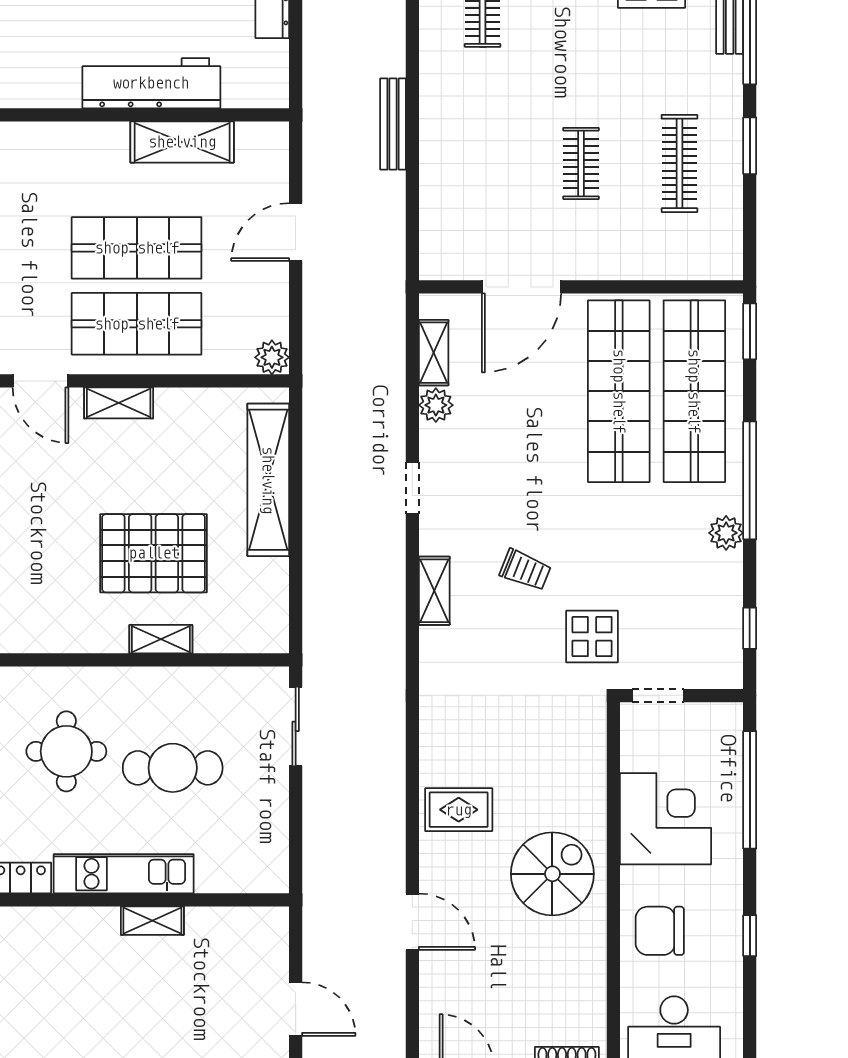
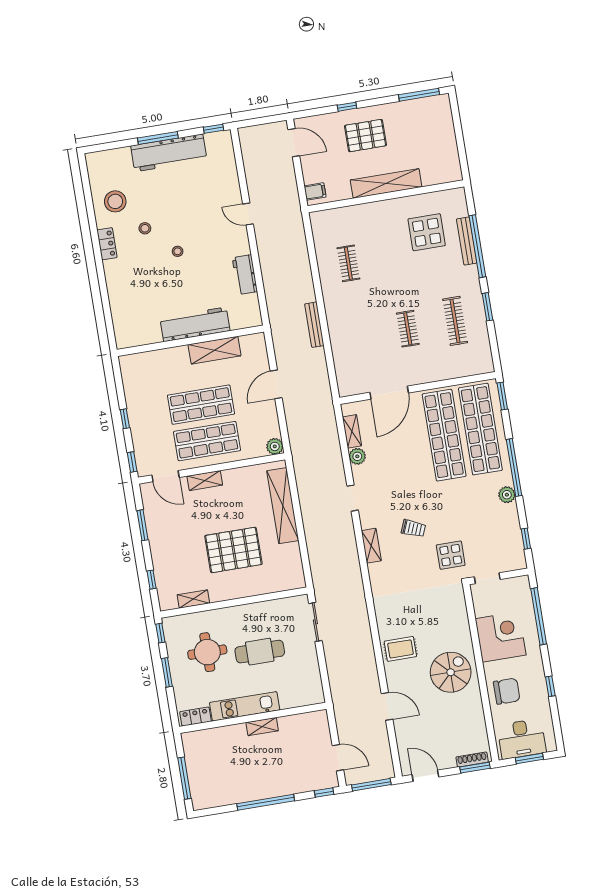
shelving: (161, 639) -> (193, 599), moved
chair: (660, 931) -> (507, 691), turned 180

